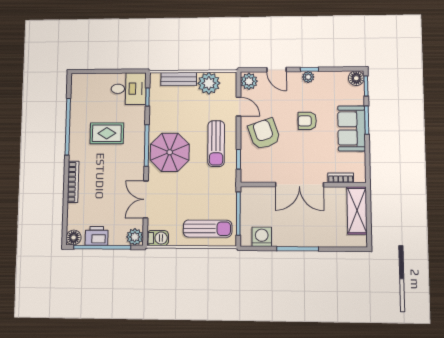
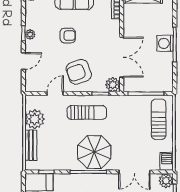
plant: (249, 81) -> (113, 85), moved
armchair: (307, 121) -> (68, 36), turned -90
double door: (299, 185) -> (122, 57), moved
washing machine: (262, 237) -> (165, 43), moved

